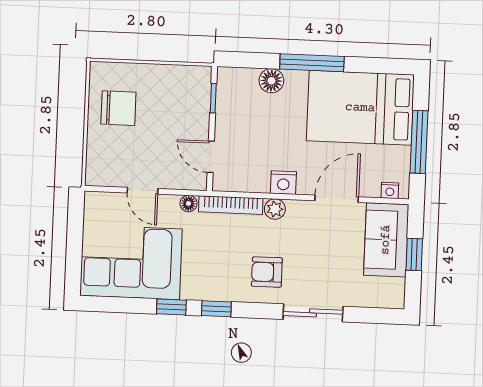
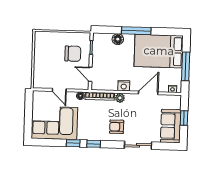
chair: (118, 108) -> (73, 54), moved
sofa: (386, 240) -> (171, 126), moved

